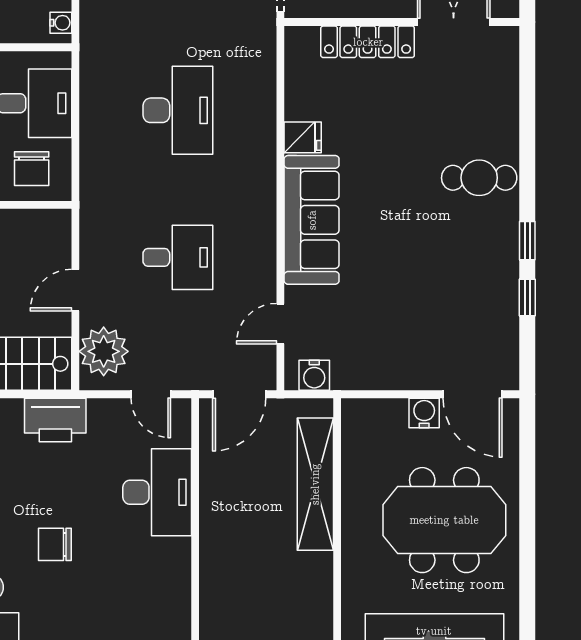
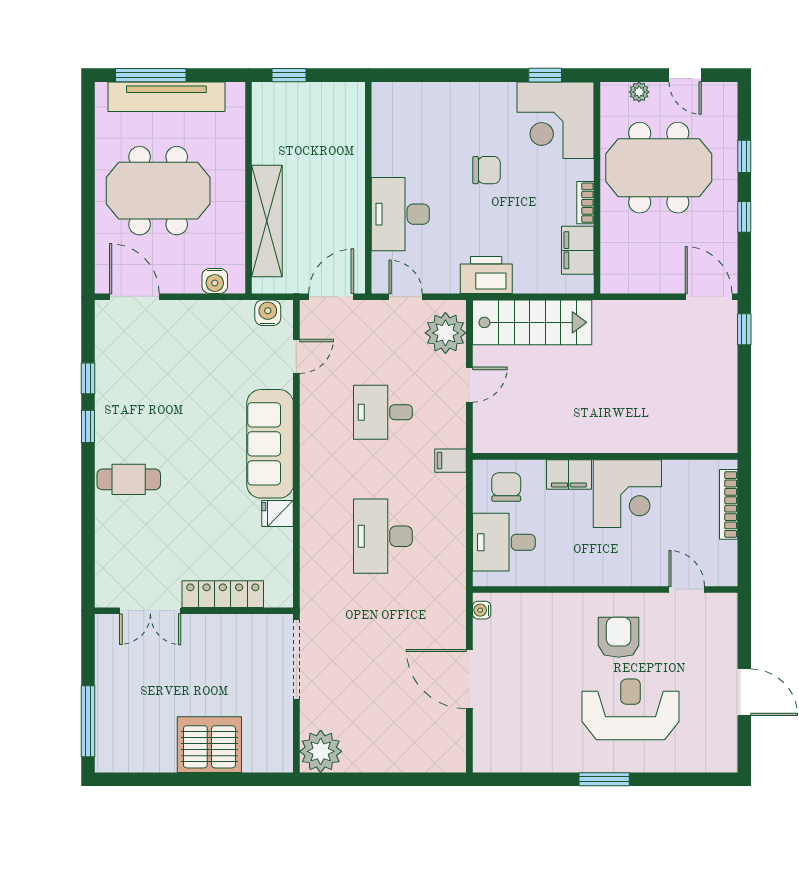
filing cabinet: (98, 200) -> (450, 461), added
water cooler: (424, 413) -> (215, 281), moved

